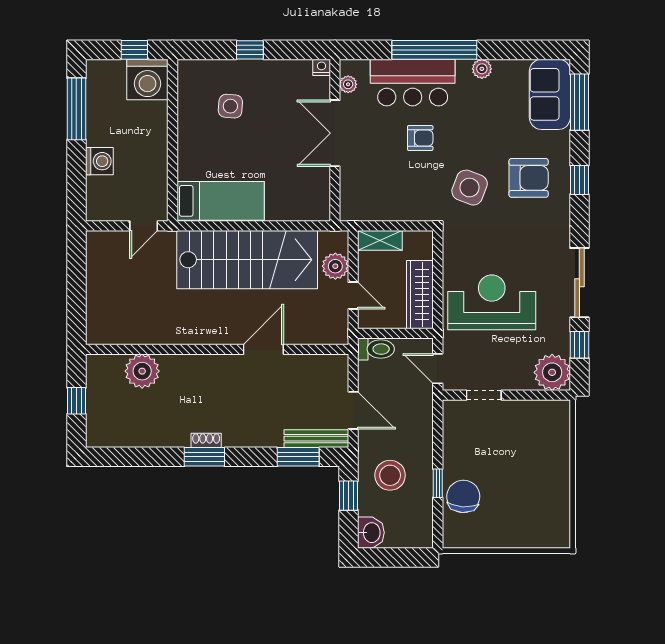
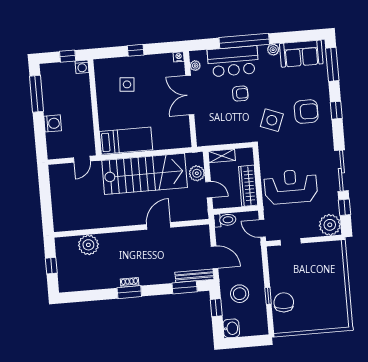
washing machine: (147, 79) -> (82, 67), width x0.53, depth x0.53
sofa: (550, 94) -> (301, 54), moved, turned -90

